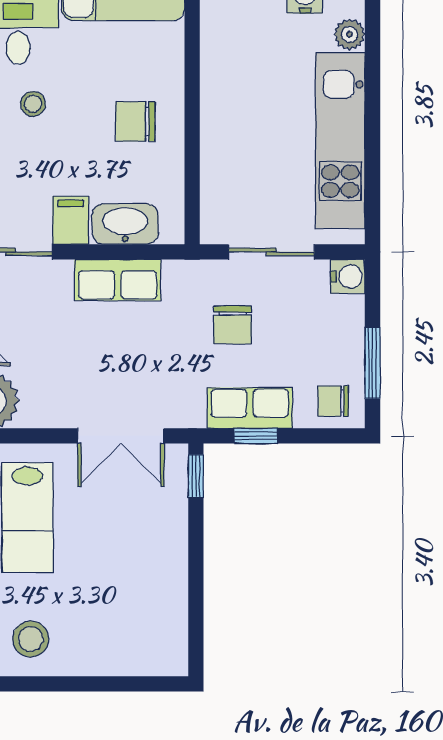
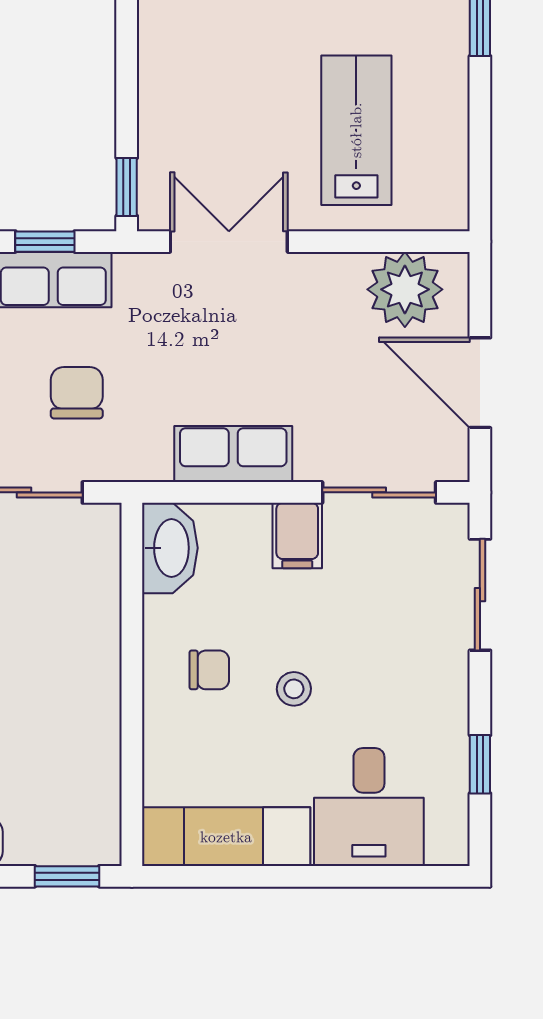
stool: (33, 104) -> (294, 689), moved
chair: (135, 122) -> (209, 670), width x0.73, depth x0.73
washbasin: (125, 224) -> (170, 548), moved, turned -90

